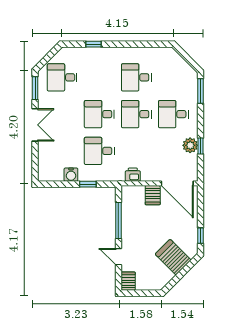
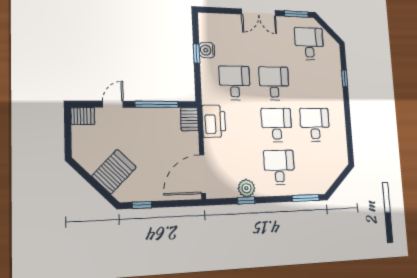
printer: (133, 175) -> (214, 121), width x1.87, depth x1.48
window: (88, 184) -> (196, 54), moved
server rack: (153, 195) -> (189, 119), moved, turned -90

